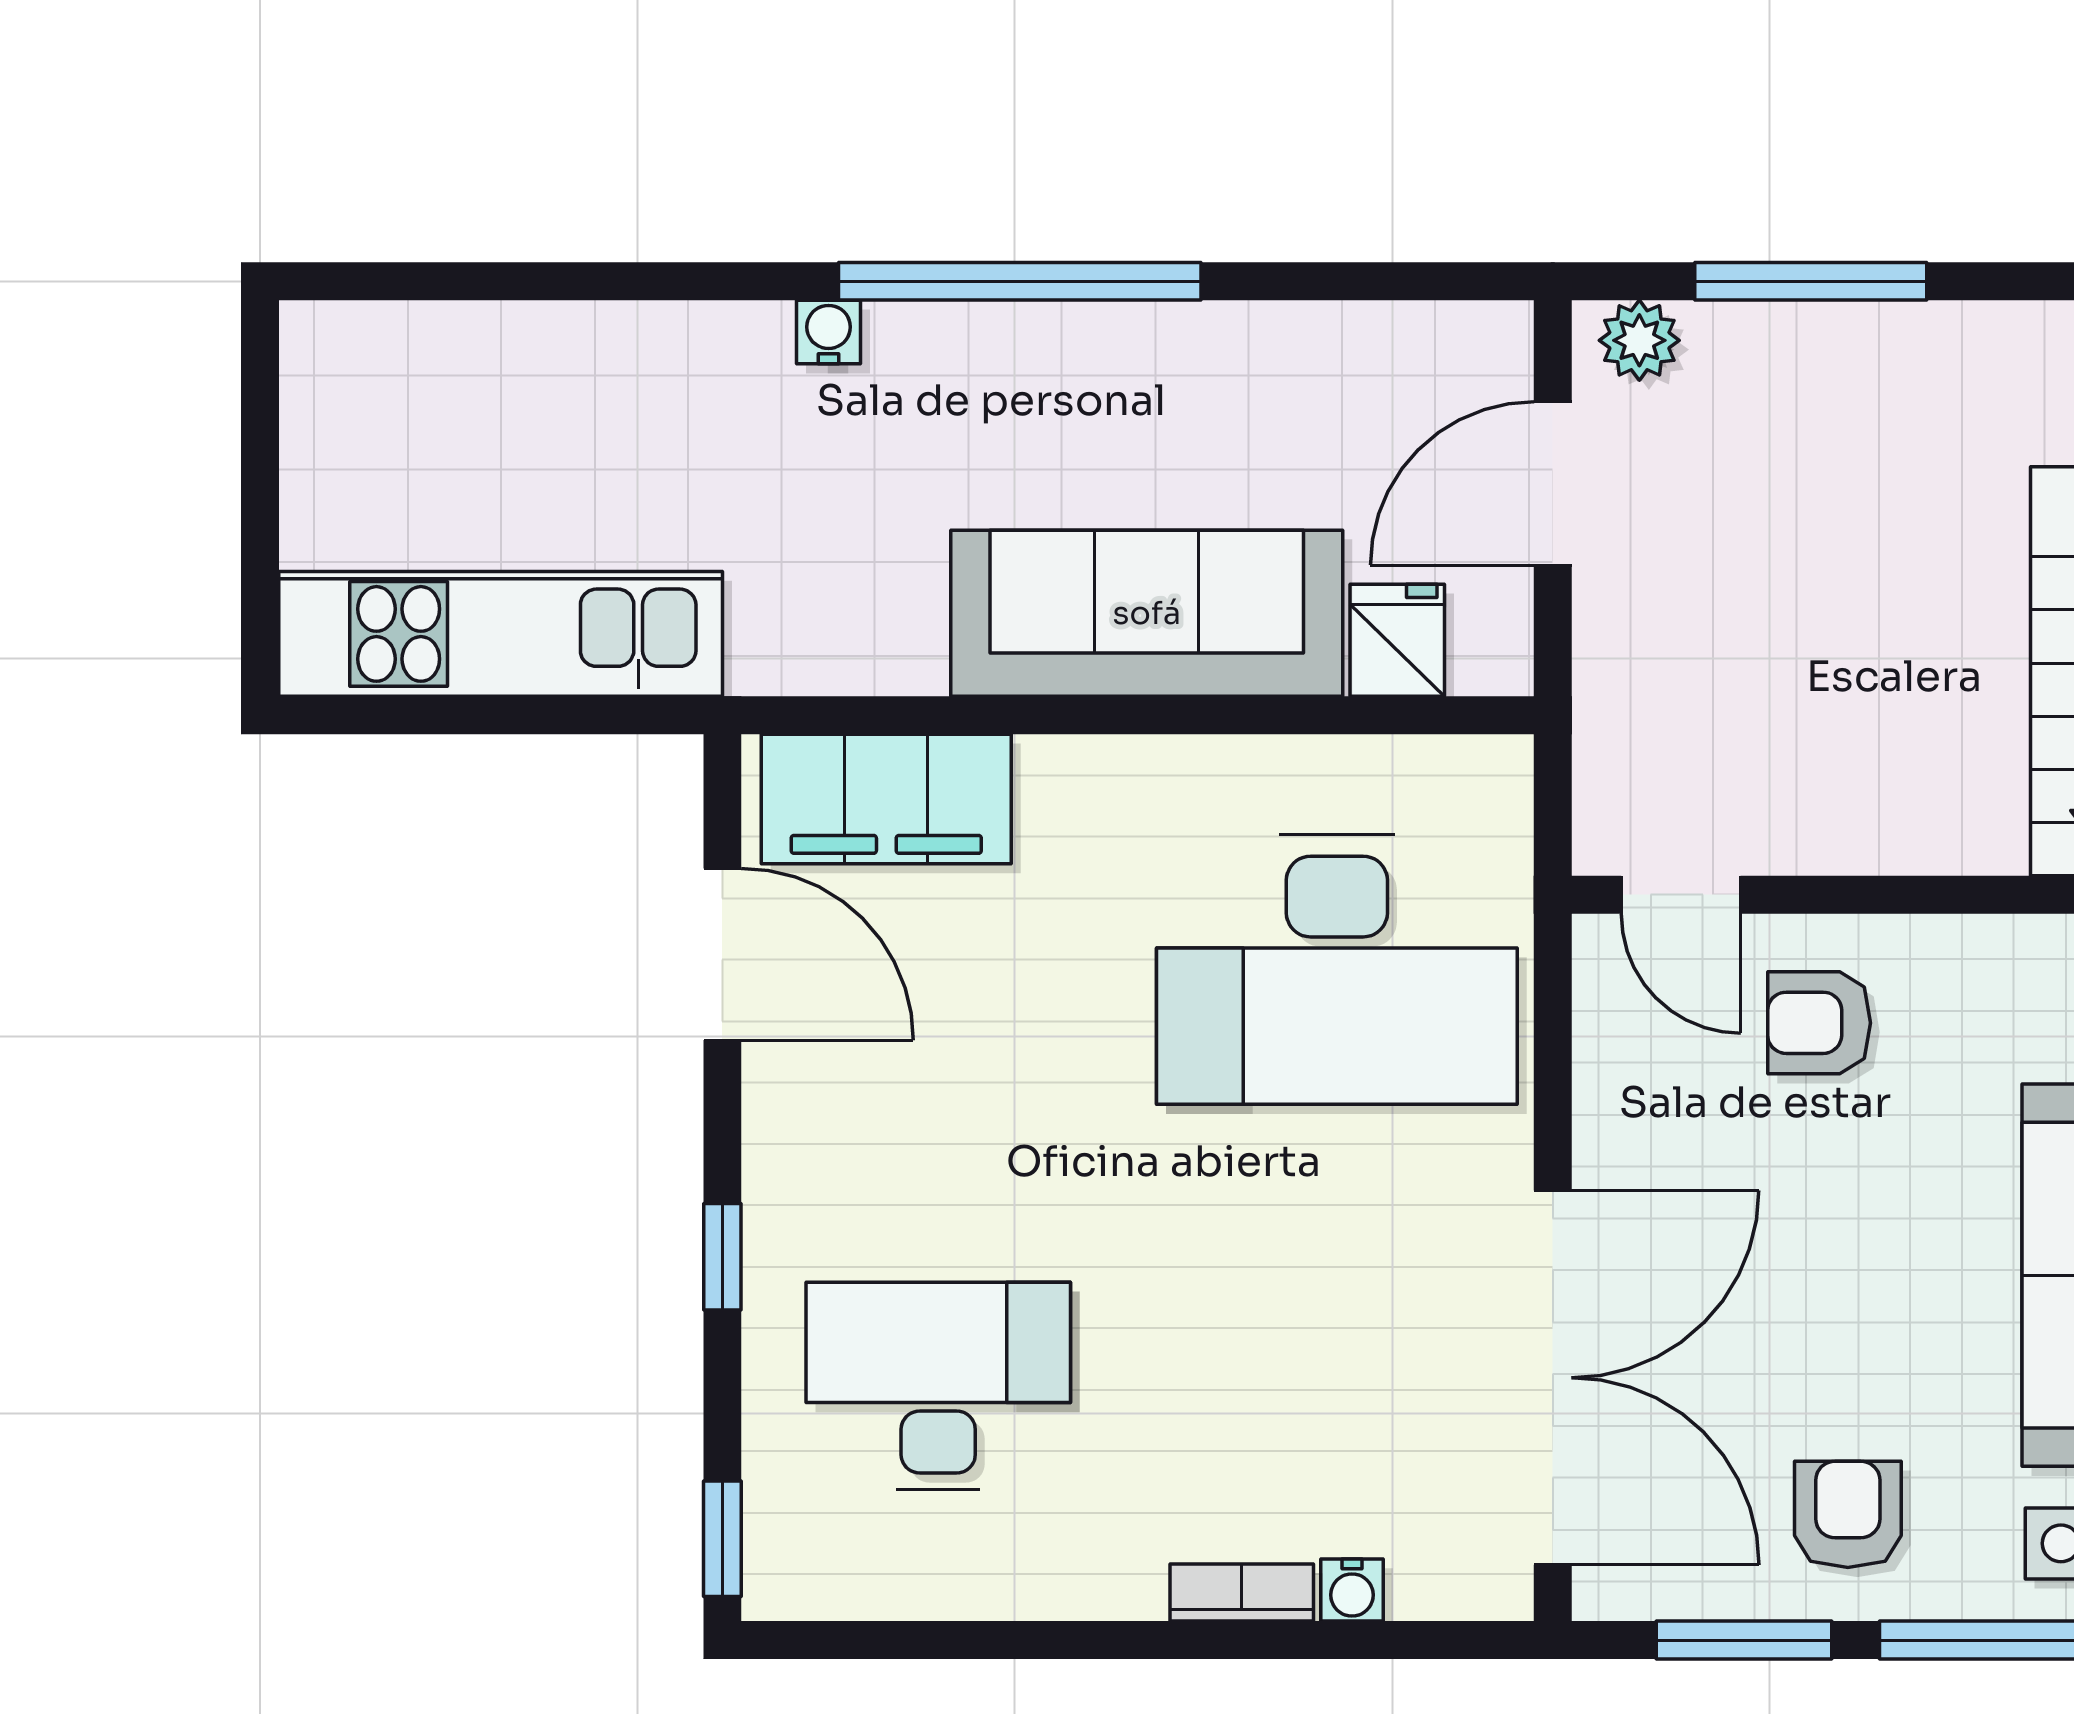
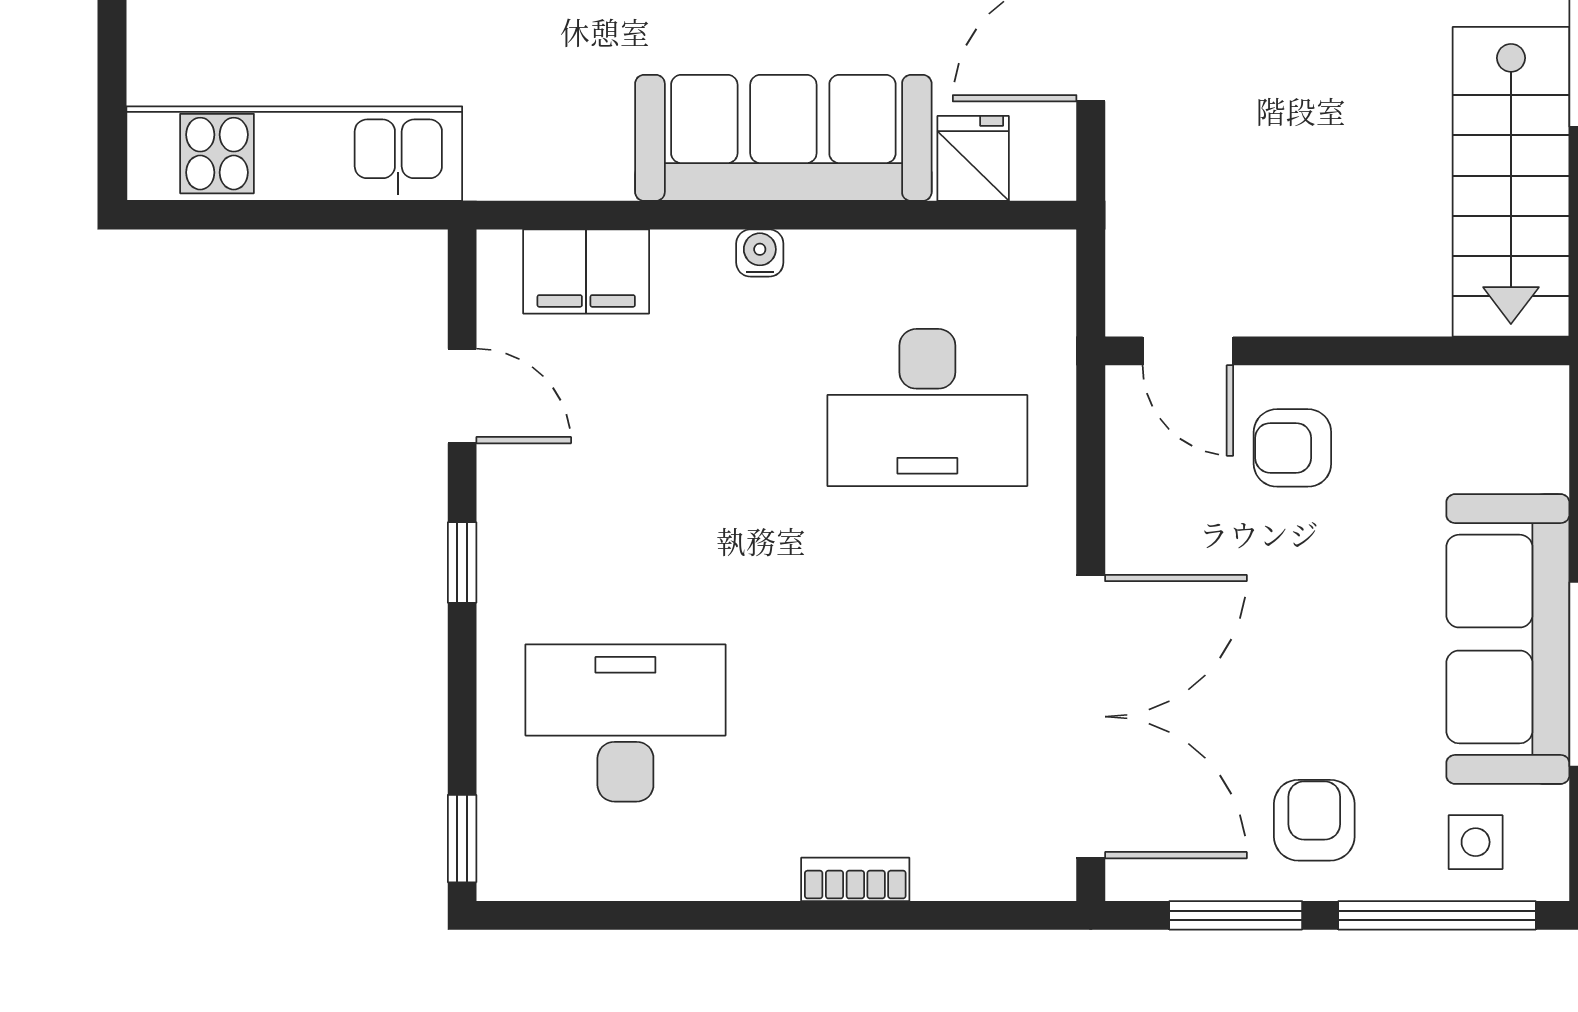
filing cabinet: (886, 799) -> (586, 272), width x0.67, depth x0.86
door: (722, 954) -> (462, 396), width x0.73
desk: (1337, 969) -> (927, 408), width x0.73, depth x0.77
window: (722, 1257) -> (462, 563), moved
water cooler: (1352, 1590) -> (760, 253), moved, turned 180

